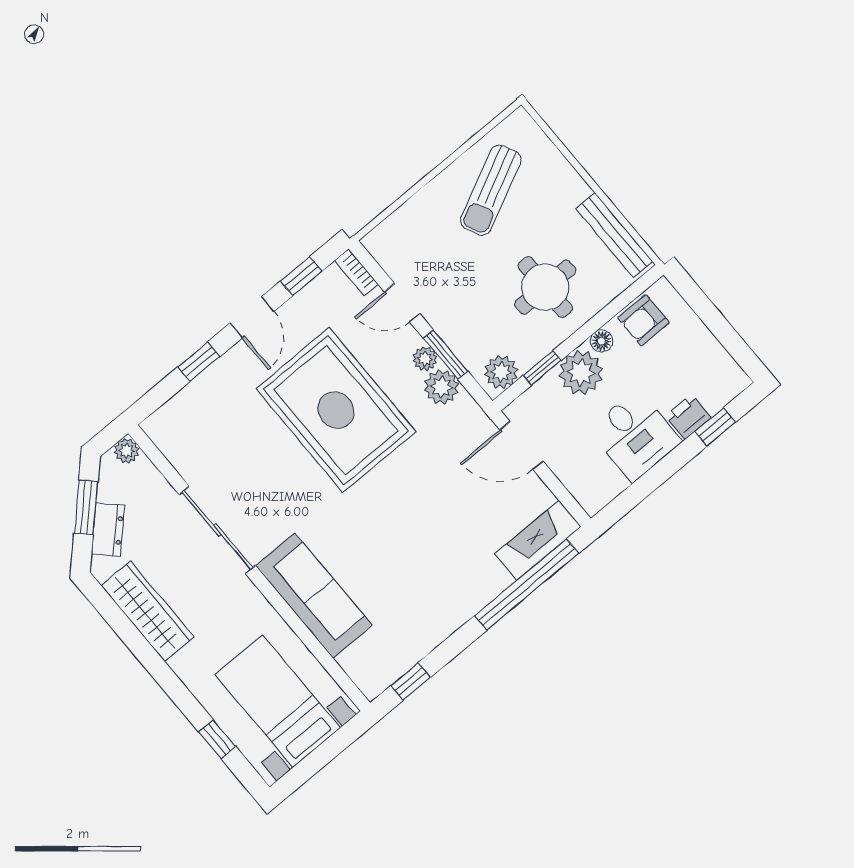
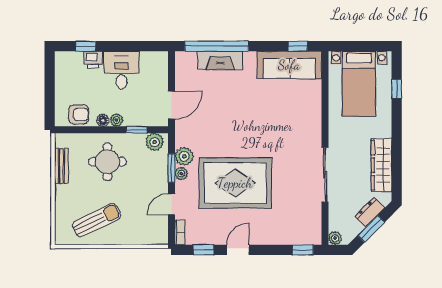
bench: (614, 235) -> (61, 166), width x0.73
door: (402, 303) -> (171, 204), swing flipped
window: (199, 362) -> (303, 250), moved
plant: (581, 373) -> (117, 120), width x0.53, depth x0.53
rug: (336, 410) -> (235, 183), turned 90
door: (521, 445) -> (171, 105), hinge flipped
fireplace: (538, 540) -> (220, 60), moved
sofa: (314, 596) -> (289, 65), moved, turned -90

